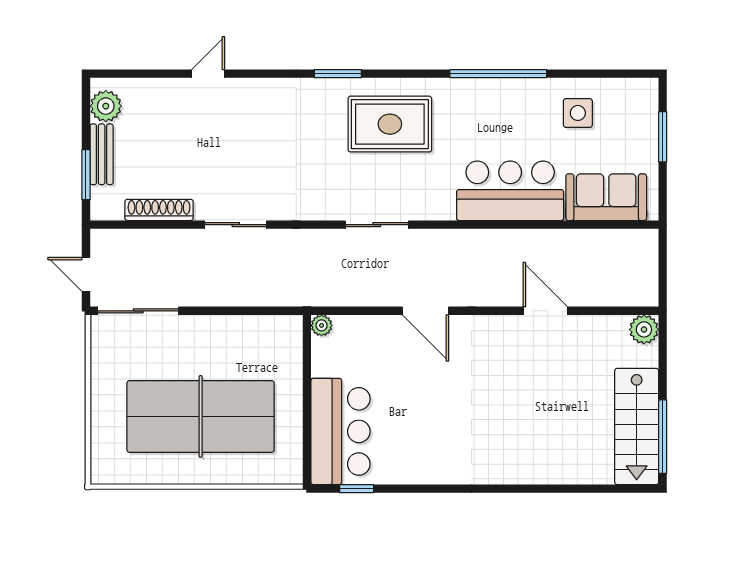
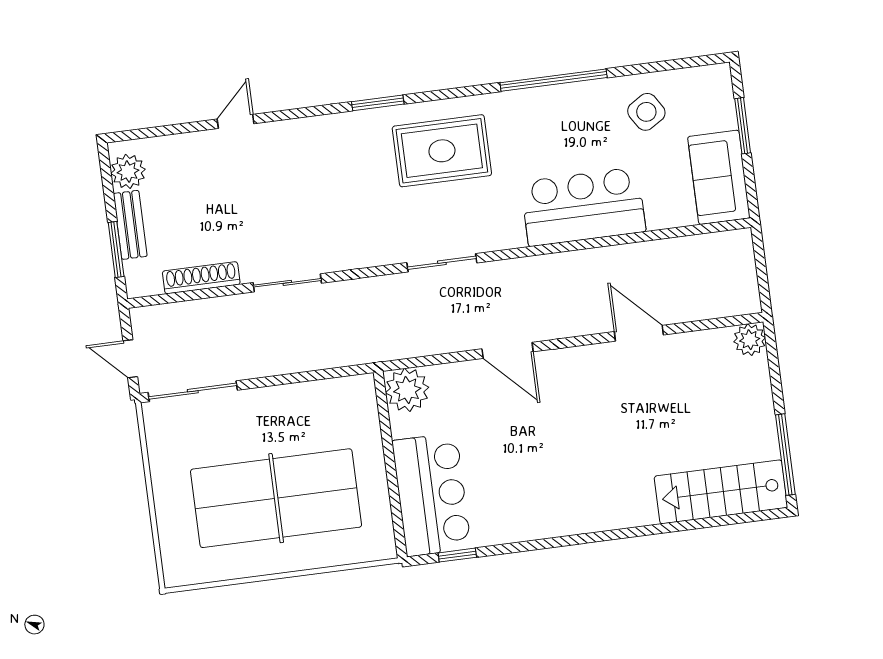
side table: (578, 113) -> (646, 112), turned -32
sofa: (606, 197) -> (719, 177), moved, turned -90
plant: (322, 325) -> (407, 390), width x1.88, depth x1.88
stairs: (637, 426) -> (721, 492), moved, turned 90

